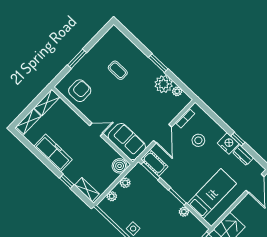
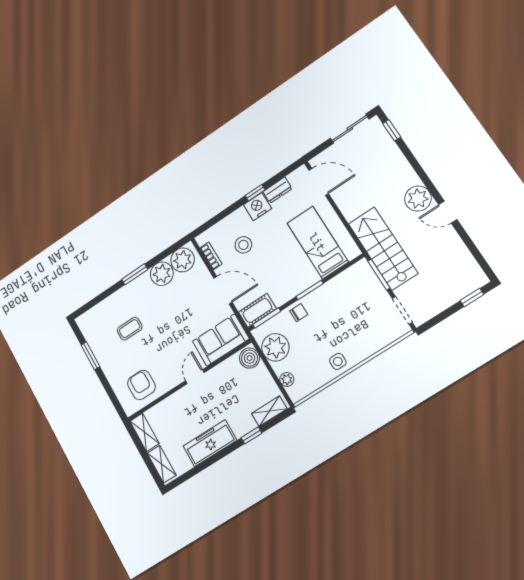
window: (77, 59) -> (90, 356), moved
plant: (177, 91) -> (183, 260), width x1.87, depth x1.87
plant: (125, 183) -> (275, 347), width x1.87, depth x1.87
chair: (160, 193) -> (299, 313), added
plant: (184, 212) -> (332, 286), removed

